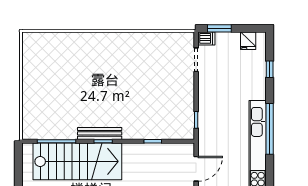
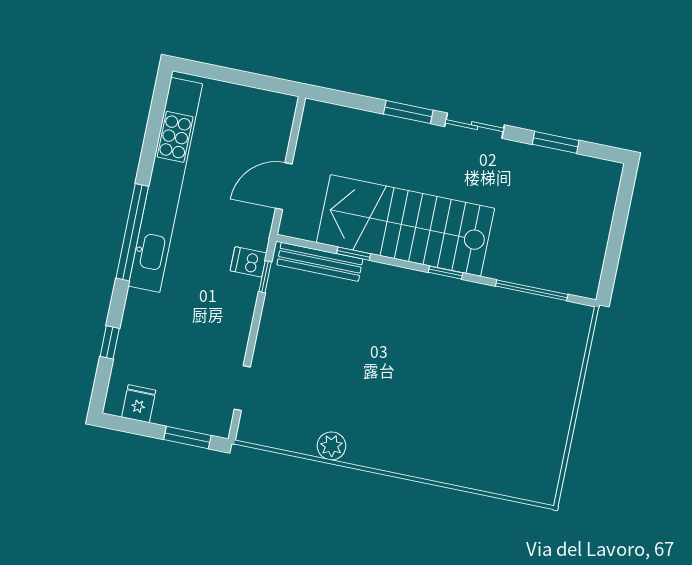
dishwasher: (206, 38) -> (248, 262), moved
plant: (144, 39) -> (331, 446), added
bench: (100, 133) -> (320, 262), moved
stairs: (77, 161) -> (406, 225), moved

